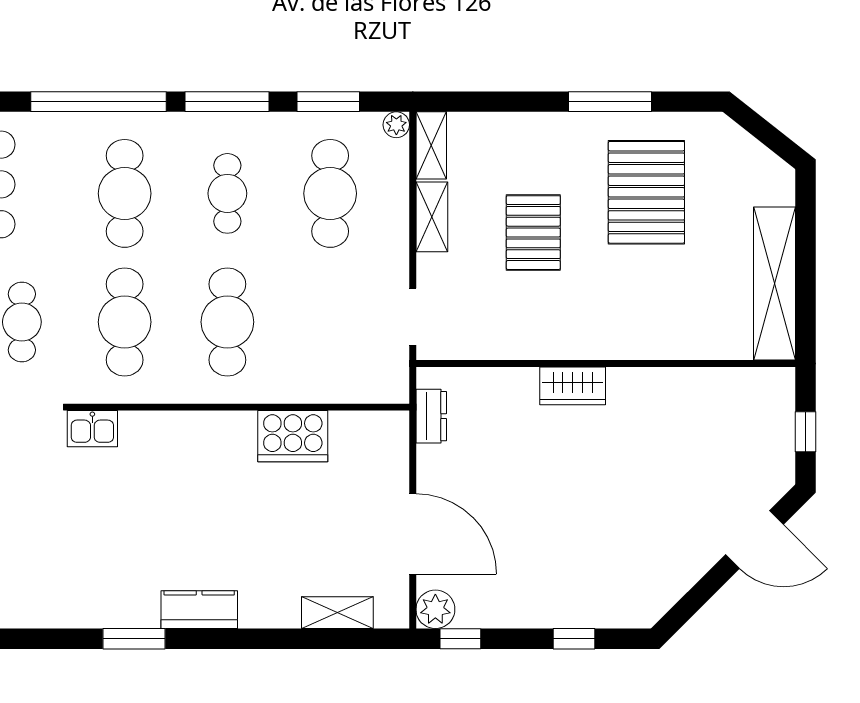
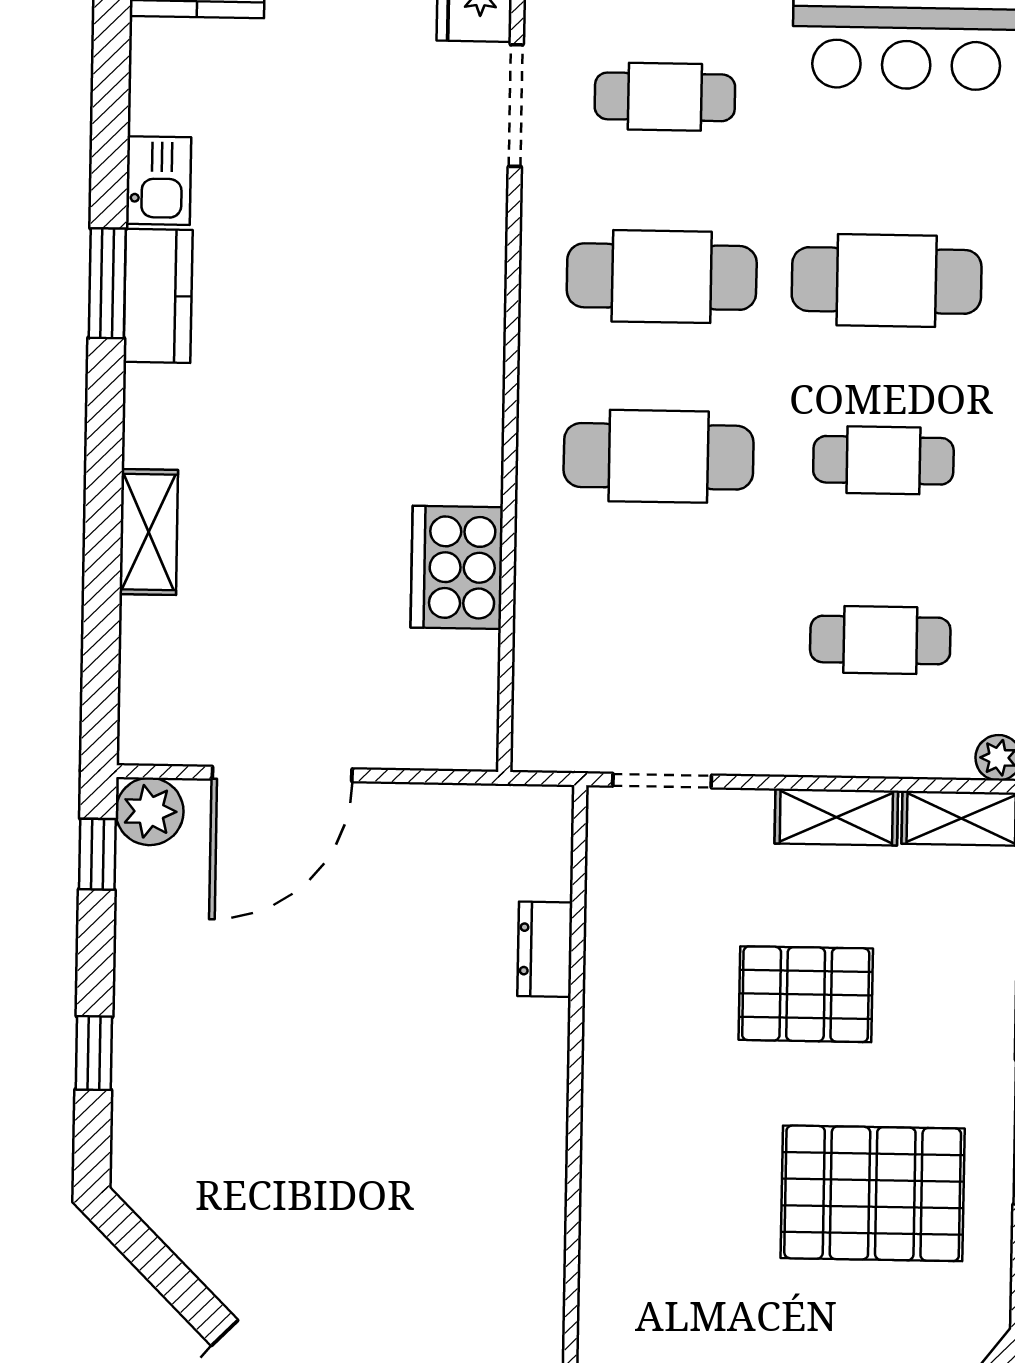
cafe table: (330, 193) -> (880, 640), width x0.73, depth x0.74
wardrobe: (573, 386) -> (536, 1058), removed
dresser: (431, 416) -> (545, 949), moved, turned 90
kitchen sink: (92, 429) -> (159, 181), moved, turned 180
kitchen counter: (199, 610) -> (158, 296), moved
shelving: (337, 613) -> (149, 532), moved

